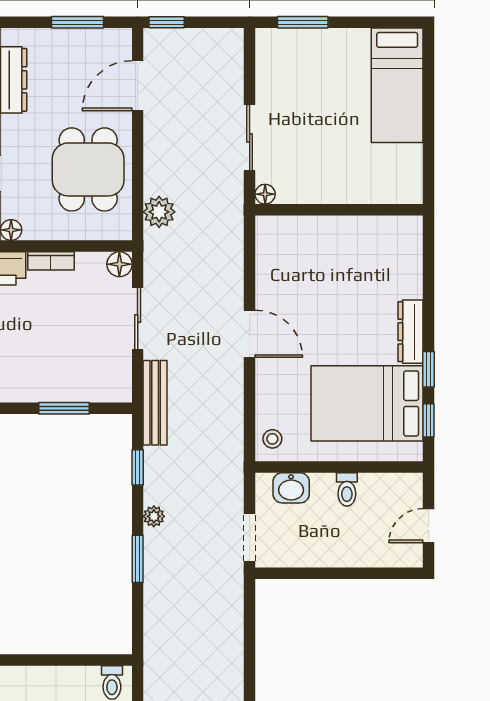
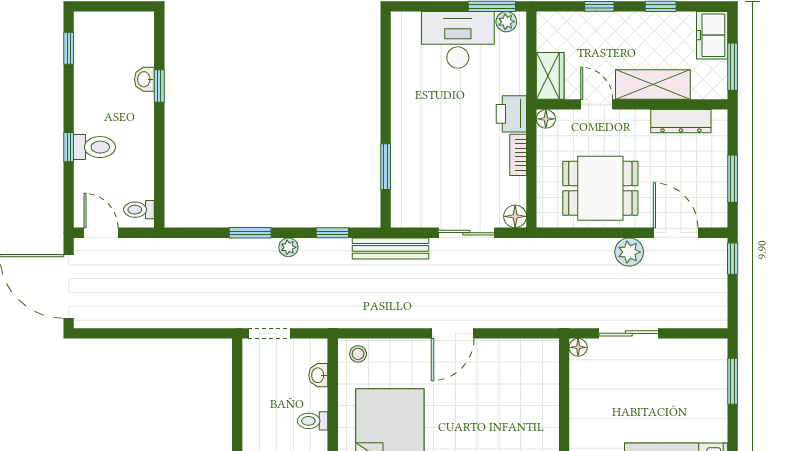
plant: (159, 212) -> (629, 252), moved
washbasin: (291, 488) -> (318, 375), width x0.72, depth x0.69

